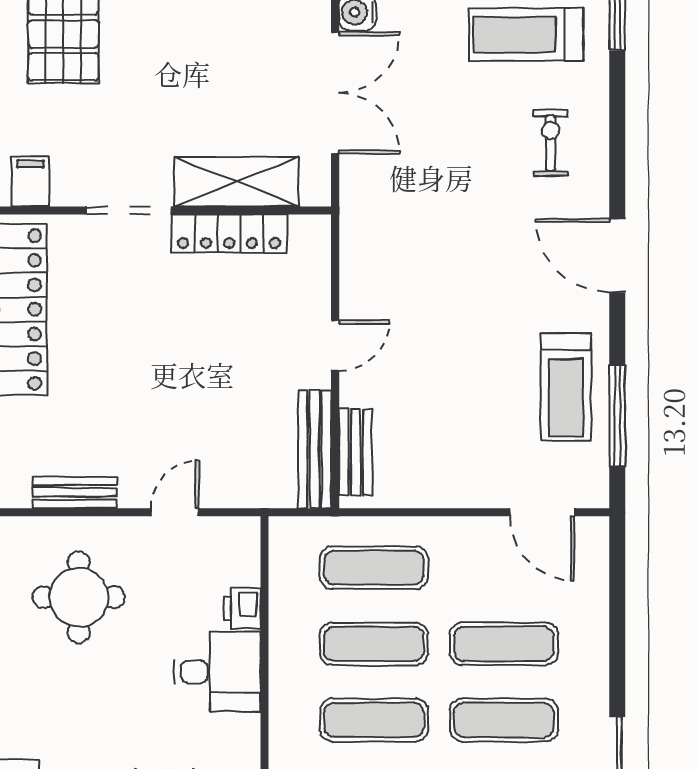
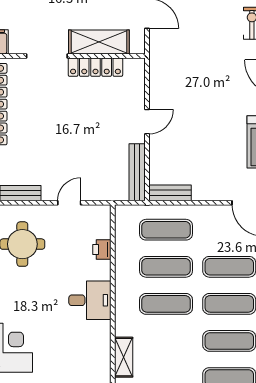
bench: (356, 452) -> (170, 193), moved, turned 90
desk: (217, 672) -> (90, 300), moved

